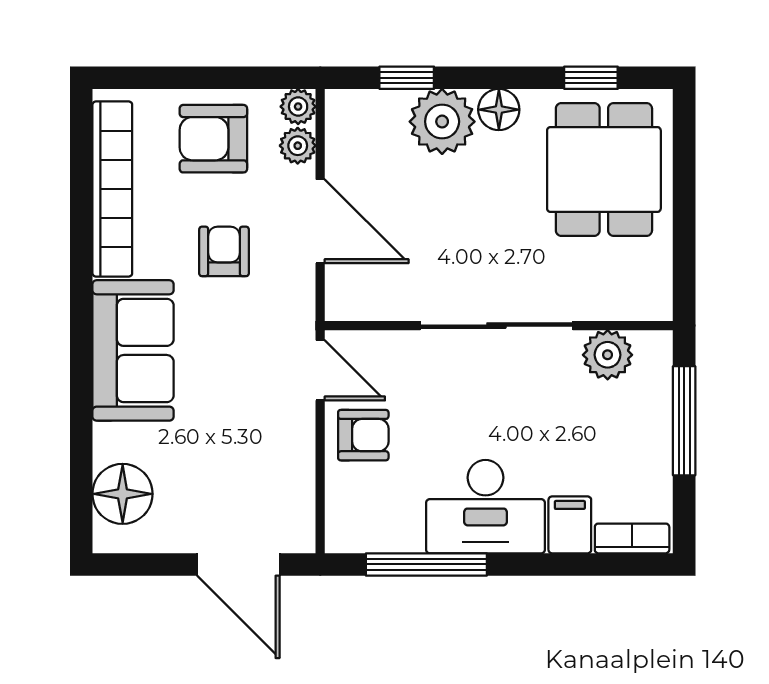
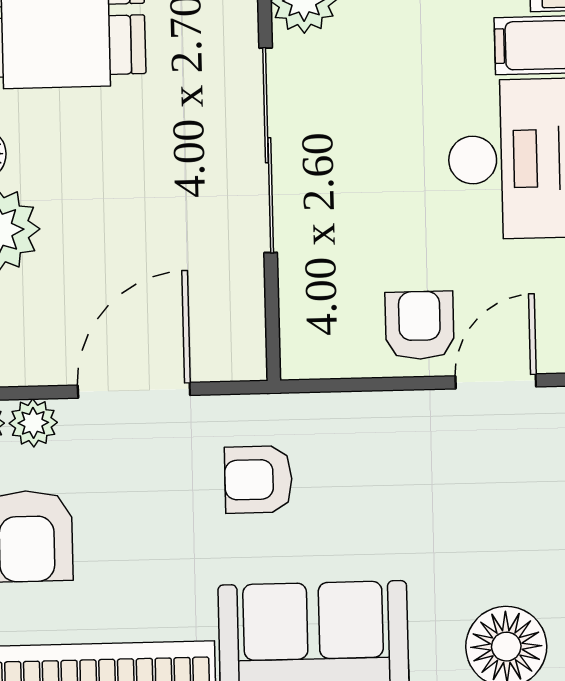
armchair: (224, 251) -> (258, 480), moved
door: (320, 370) -> (496, 381), moved

